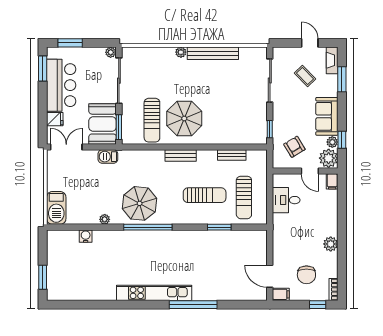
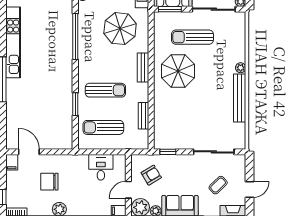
sun lounger: (152, 120) -> (192, 37), moved
sun lounger: (205, 195) -> (105, 90), turned -90
parasol: (140, 203) -> (120, 29), moved
chair: (306, 275) -> (49, 182), moved
door: (270, 276) -> (29, 152), hinge flipped

